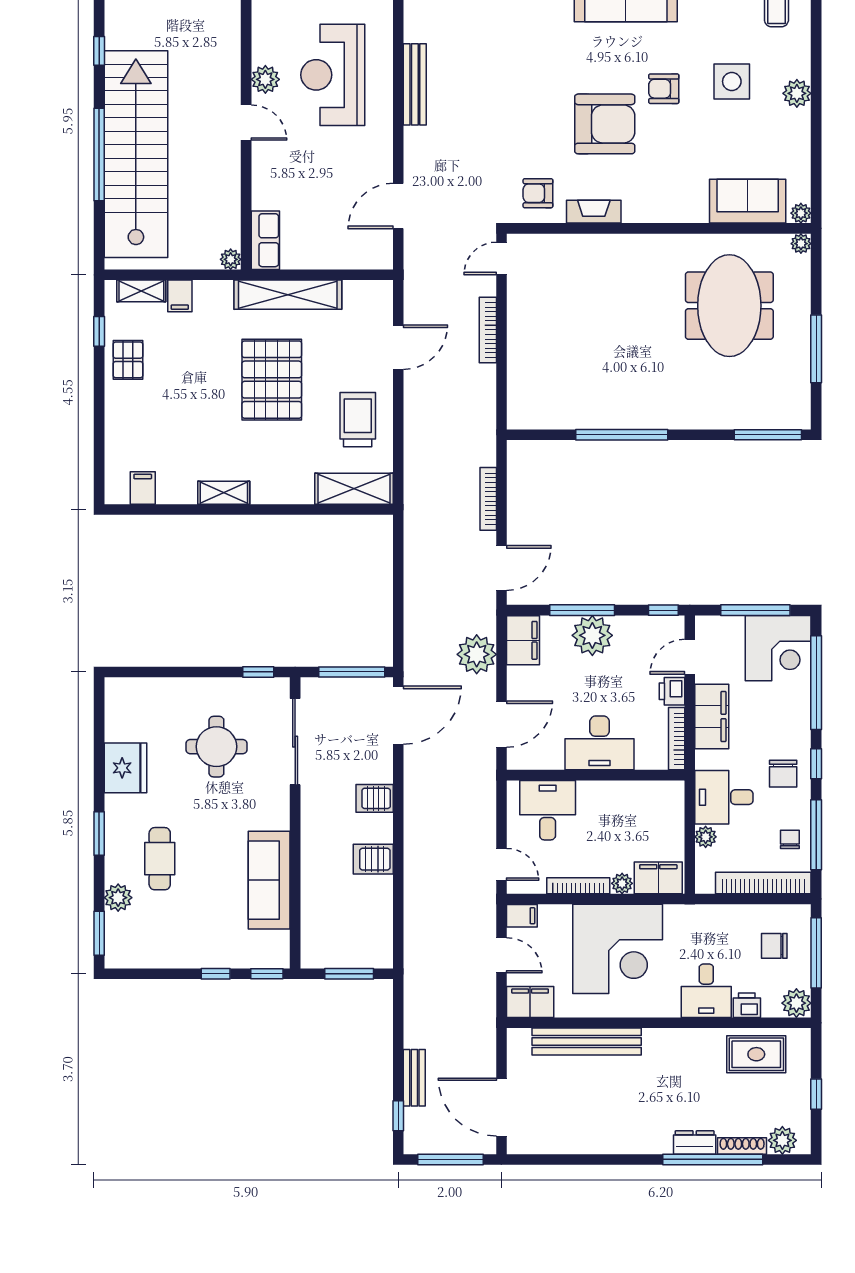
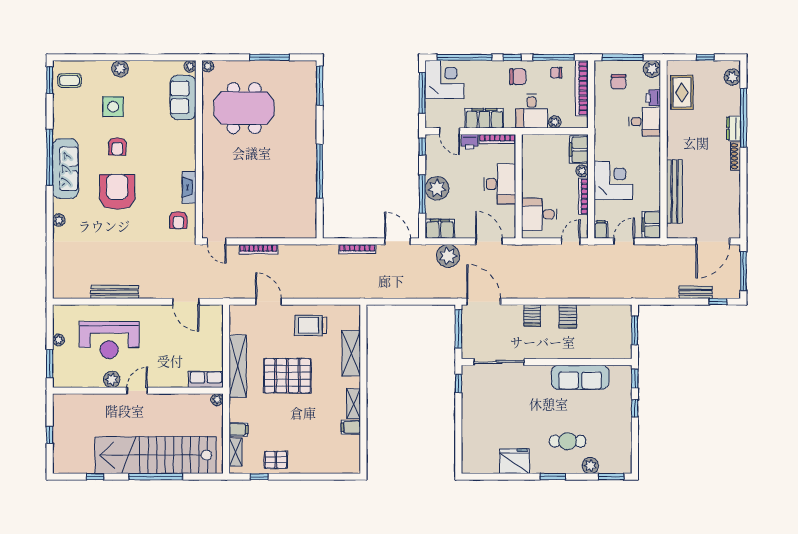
armchair: (605, 124) -> (117, 192), moved
filing cabinet: (143, 488) -> (351, 427), moved
shelving: (354, 489) -> (351, 353), moved
round table: (216, 747) -> (502, 408), removed
corner desk: (618, 949) -> (613, 180), width x0.74, depth x0.74
shoe rack: (742, 1146) -> (736, 156), moved

